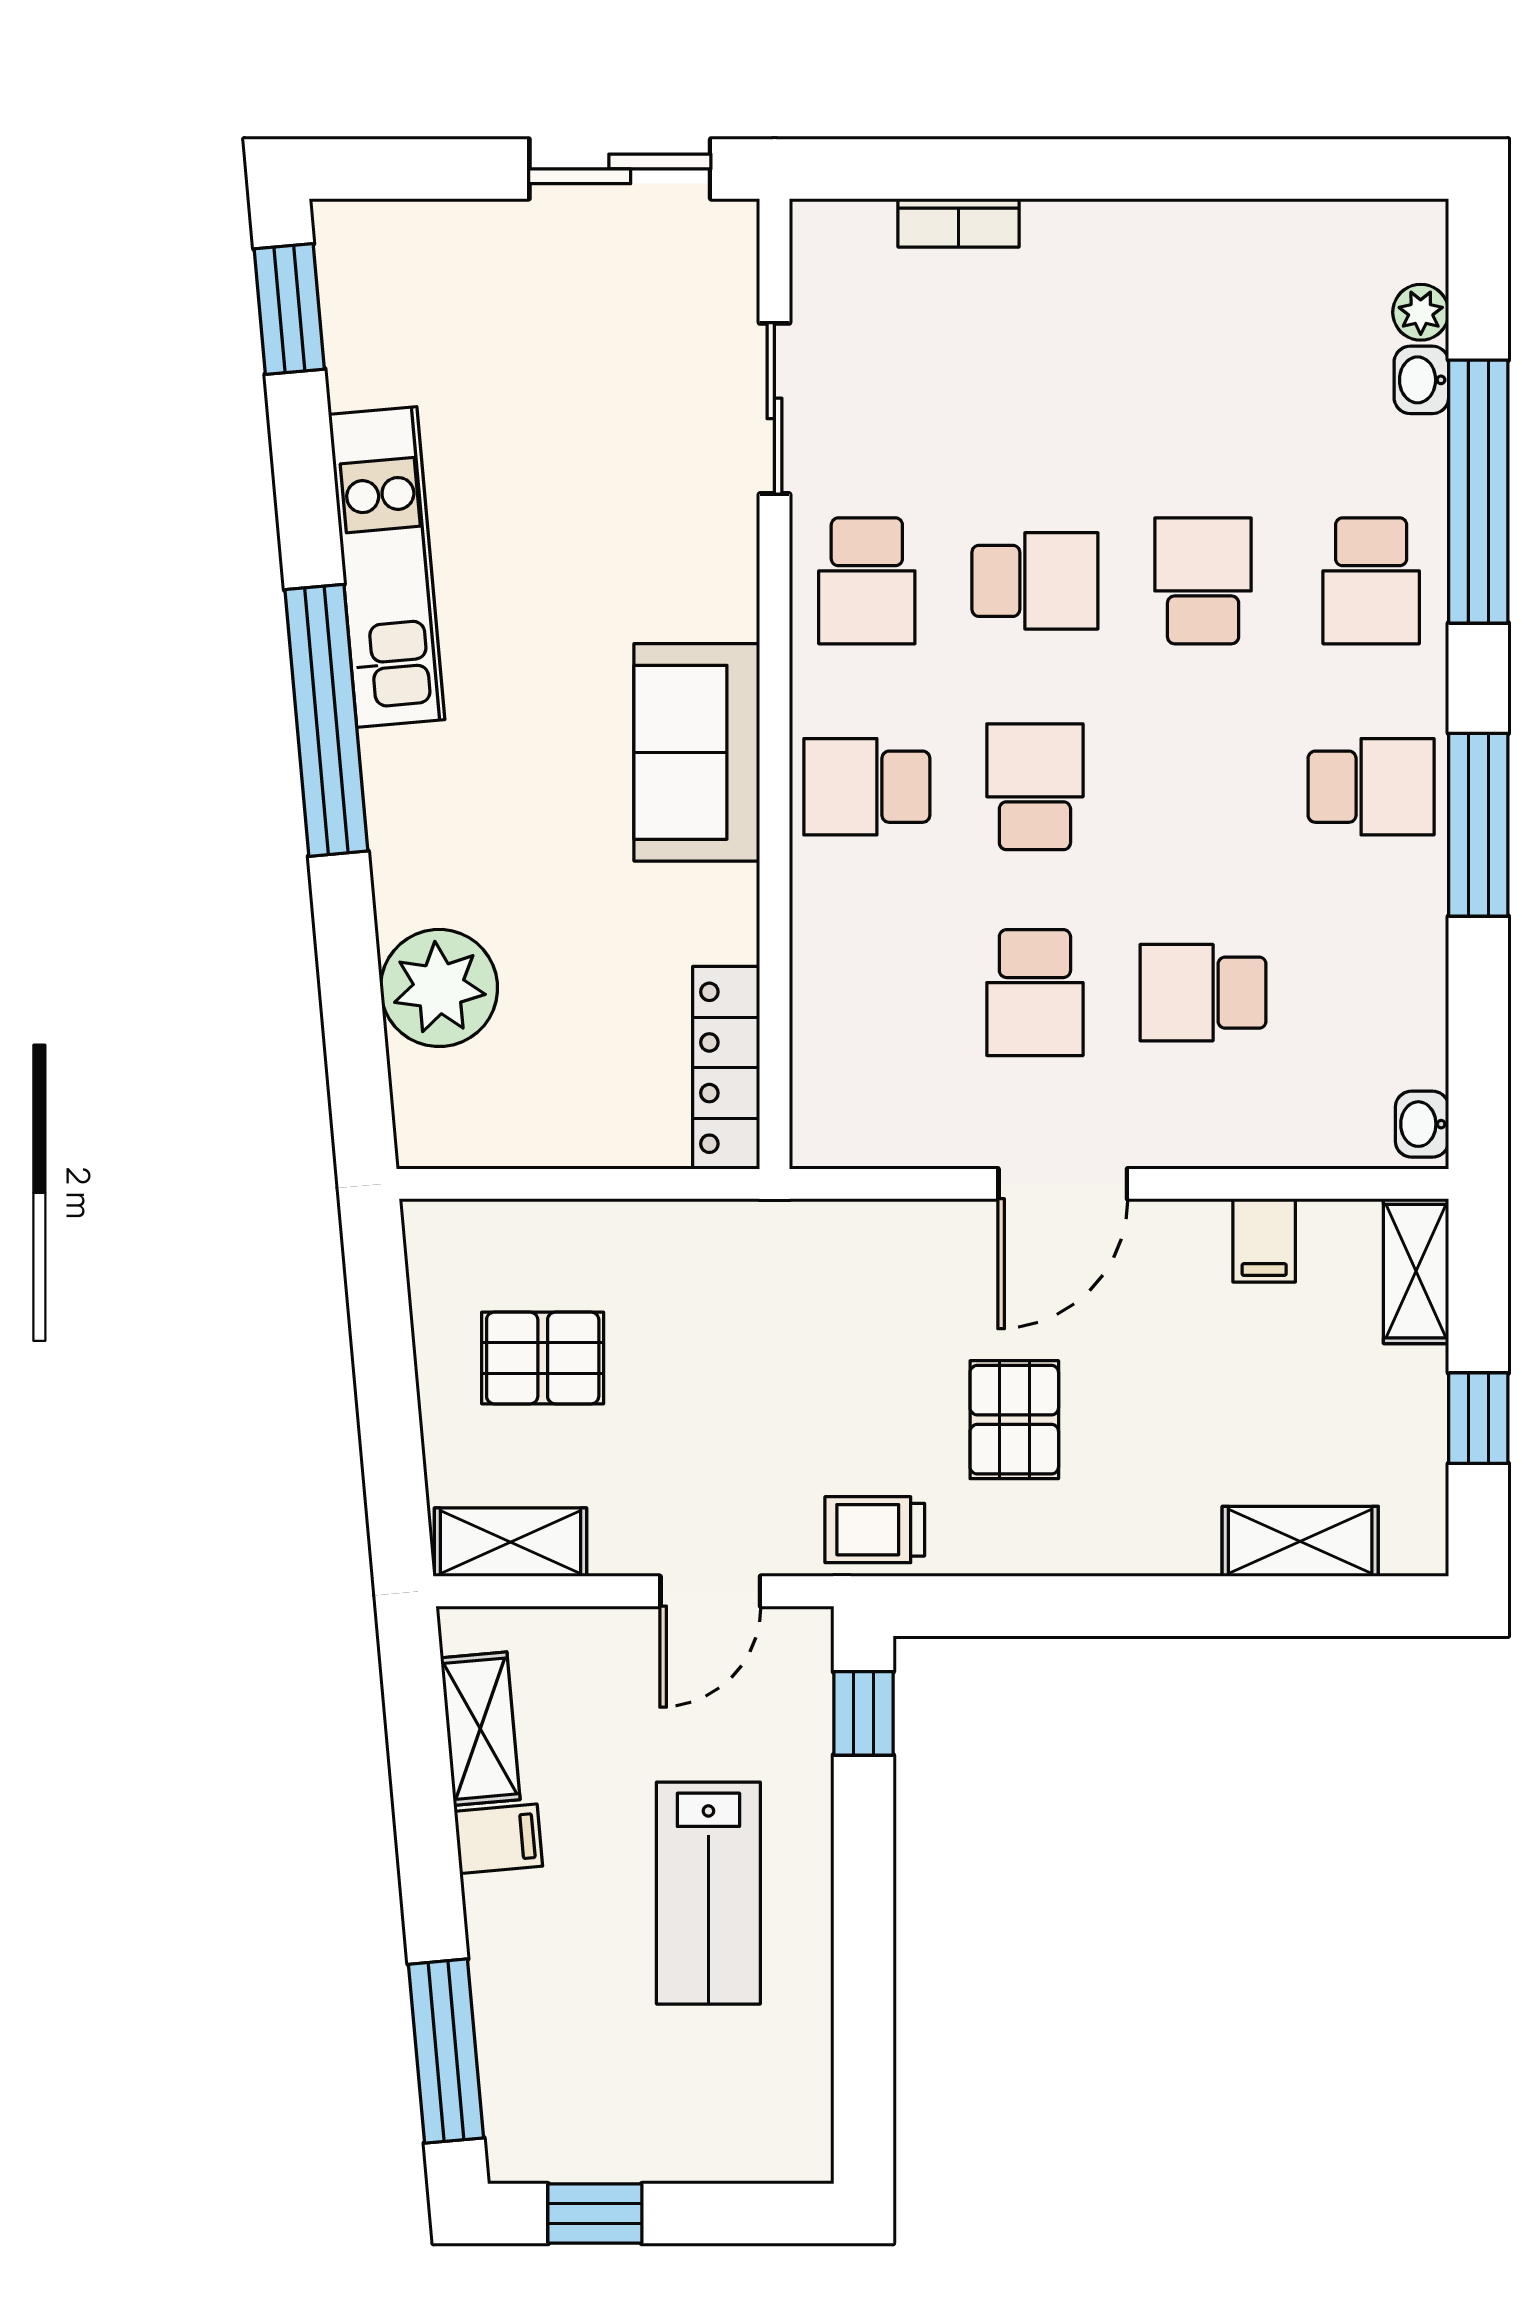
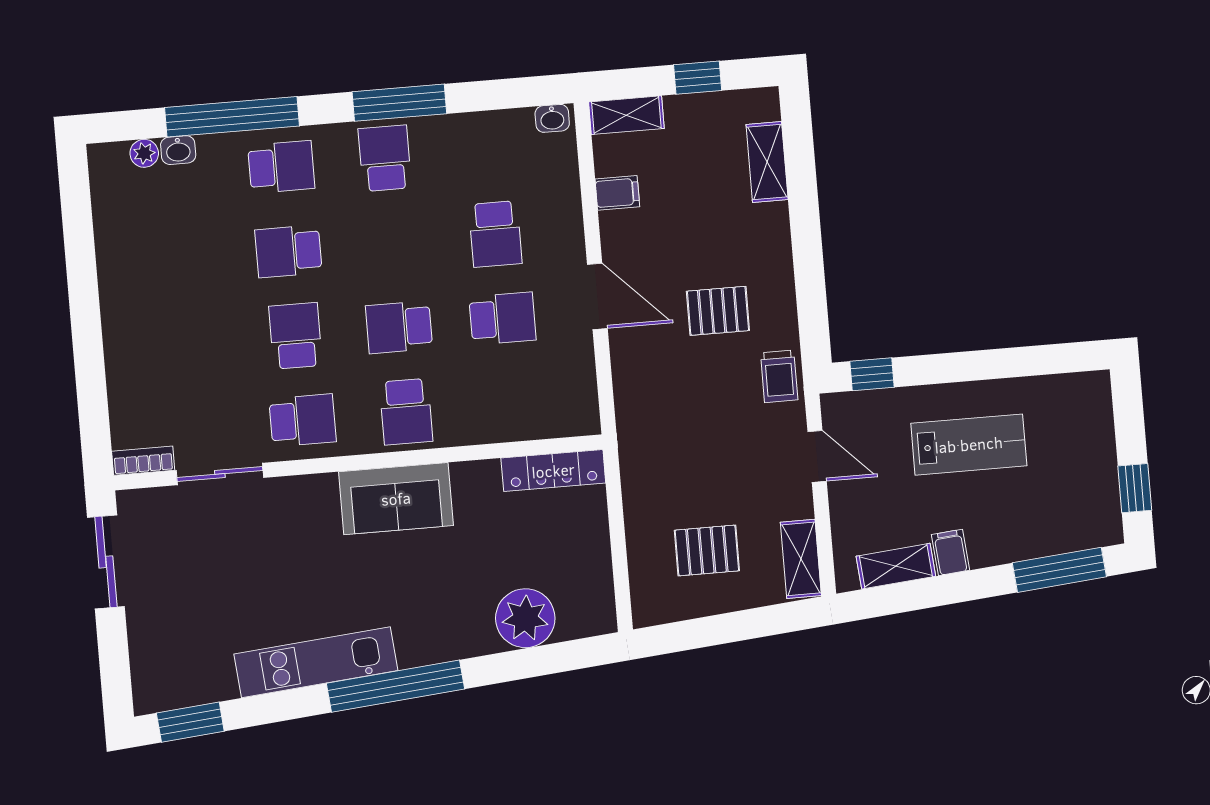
bookcase: (959, 223) -> (143, 461), moved, turned -90
pallet: (543, 1358) -> (707, 550), turned 90

